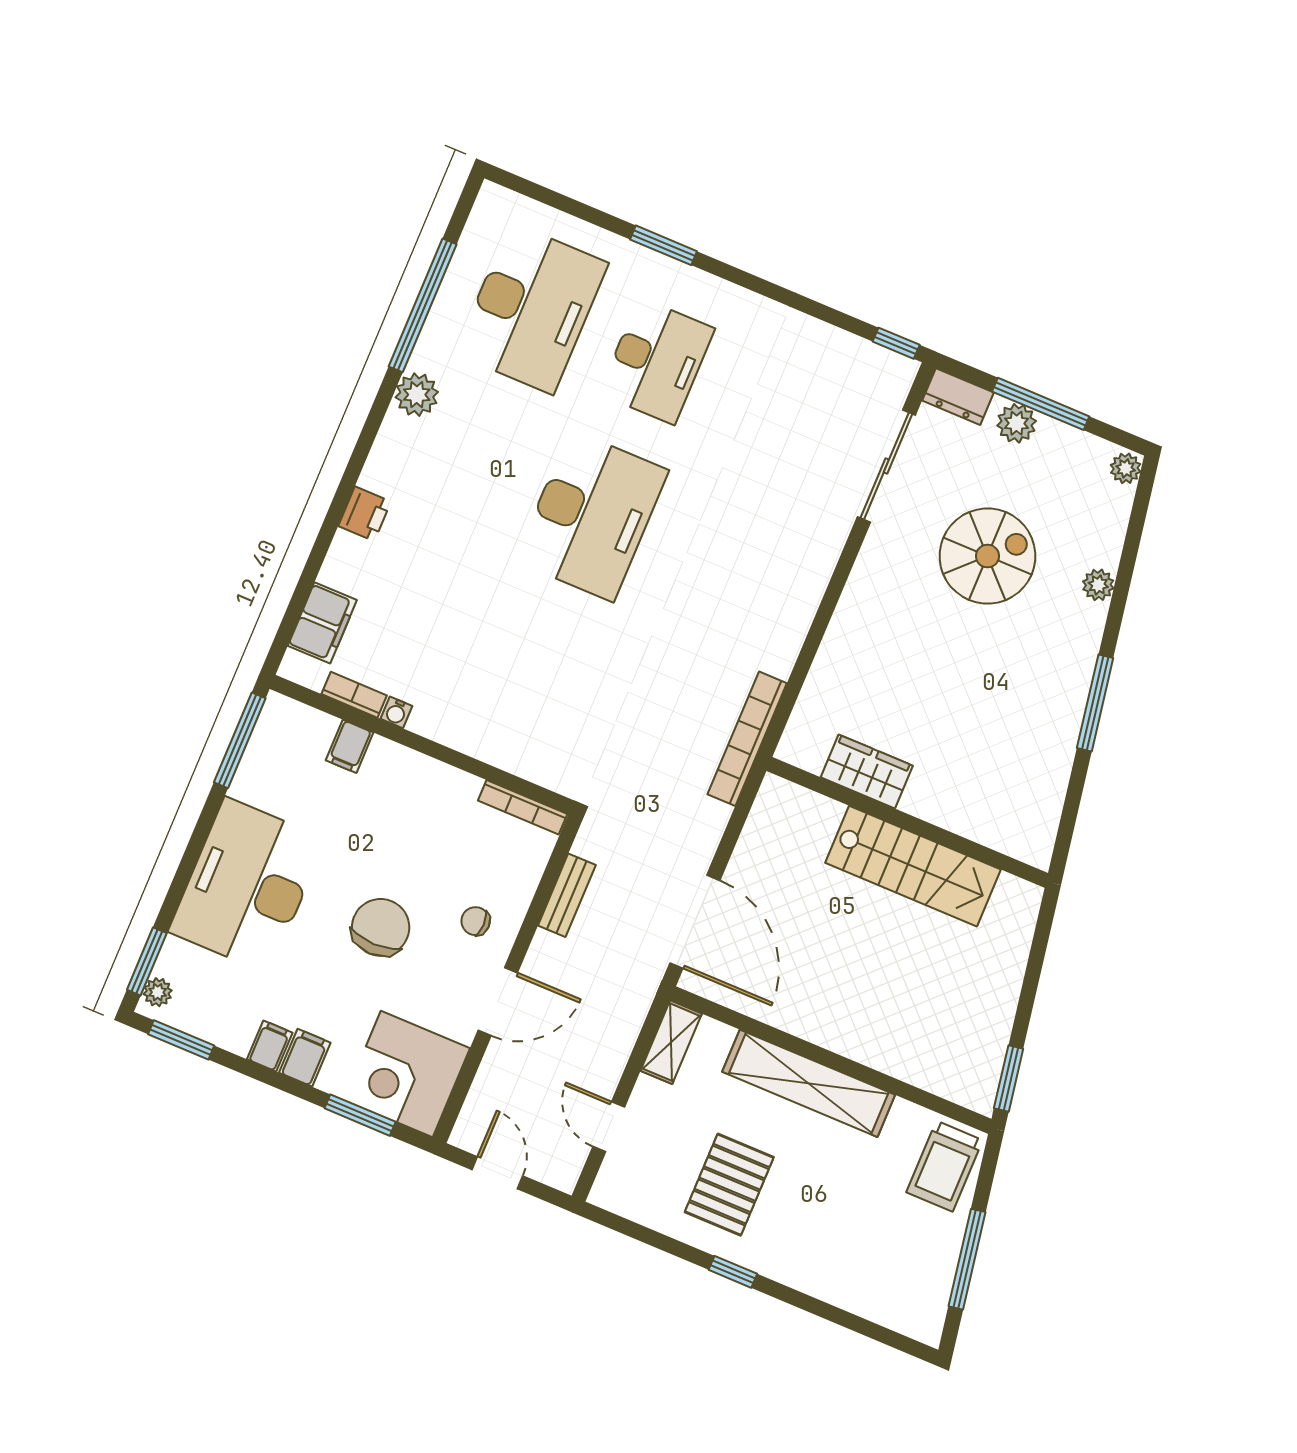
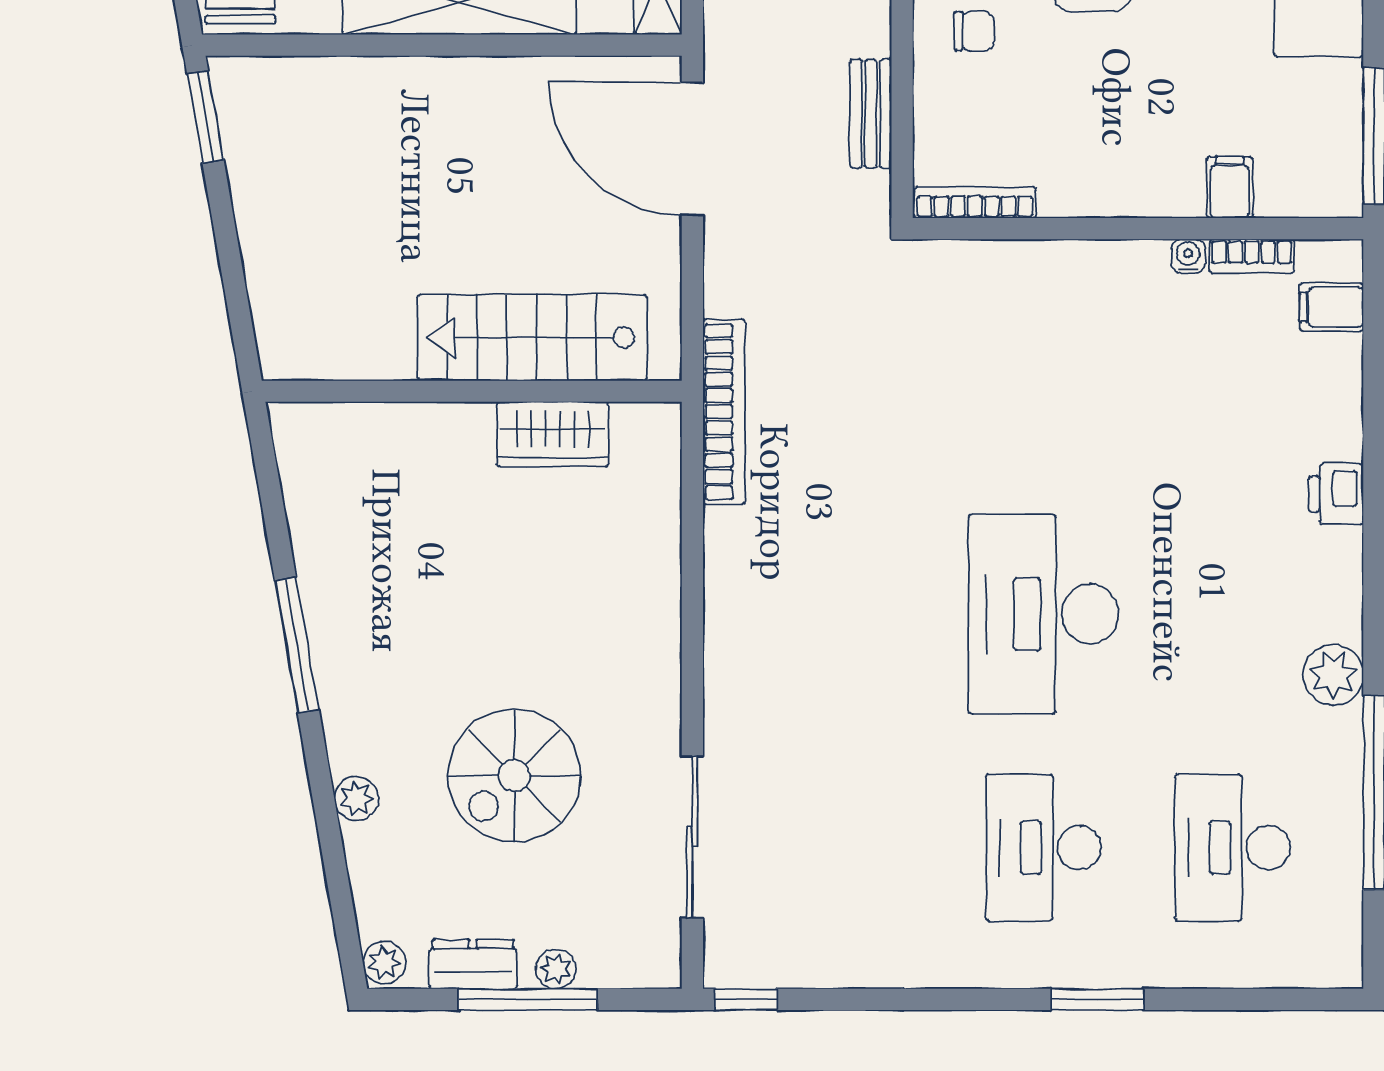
desk: (532, 308) -> (1232, 848), width x0.73, depth x0.77
dresser: (958, 397) -> (473, 964), moved
plant: (1017, 423) -> (556, 969), width x0.73, depth x0.73
filing cabinet: (322, 623) -> (1331, 307), width x0.50
stairs: (913, 866) -> (532, 338), moved

